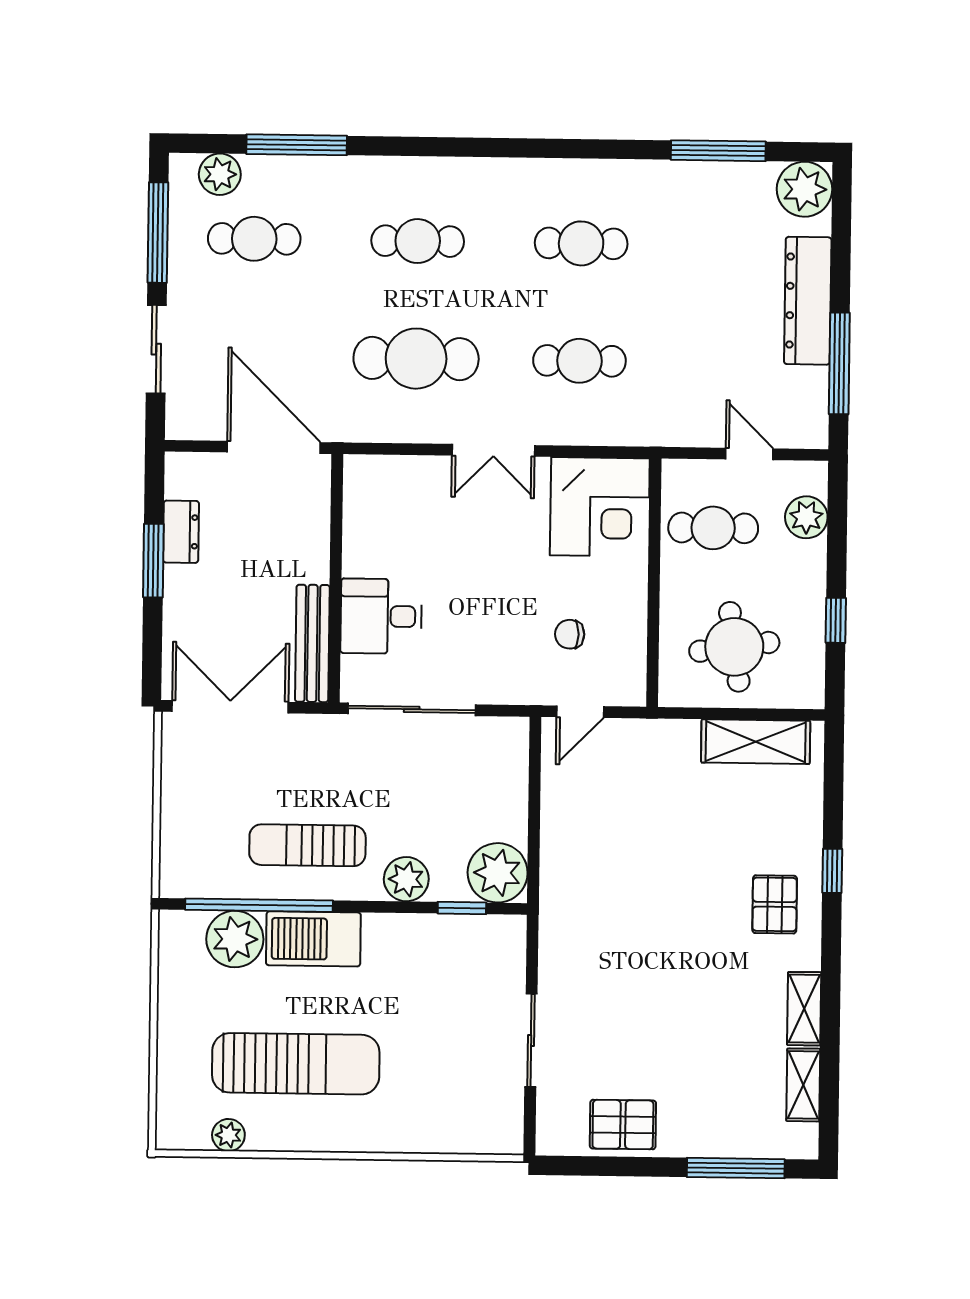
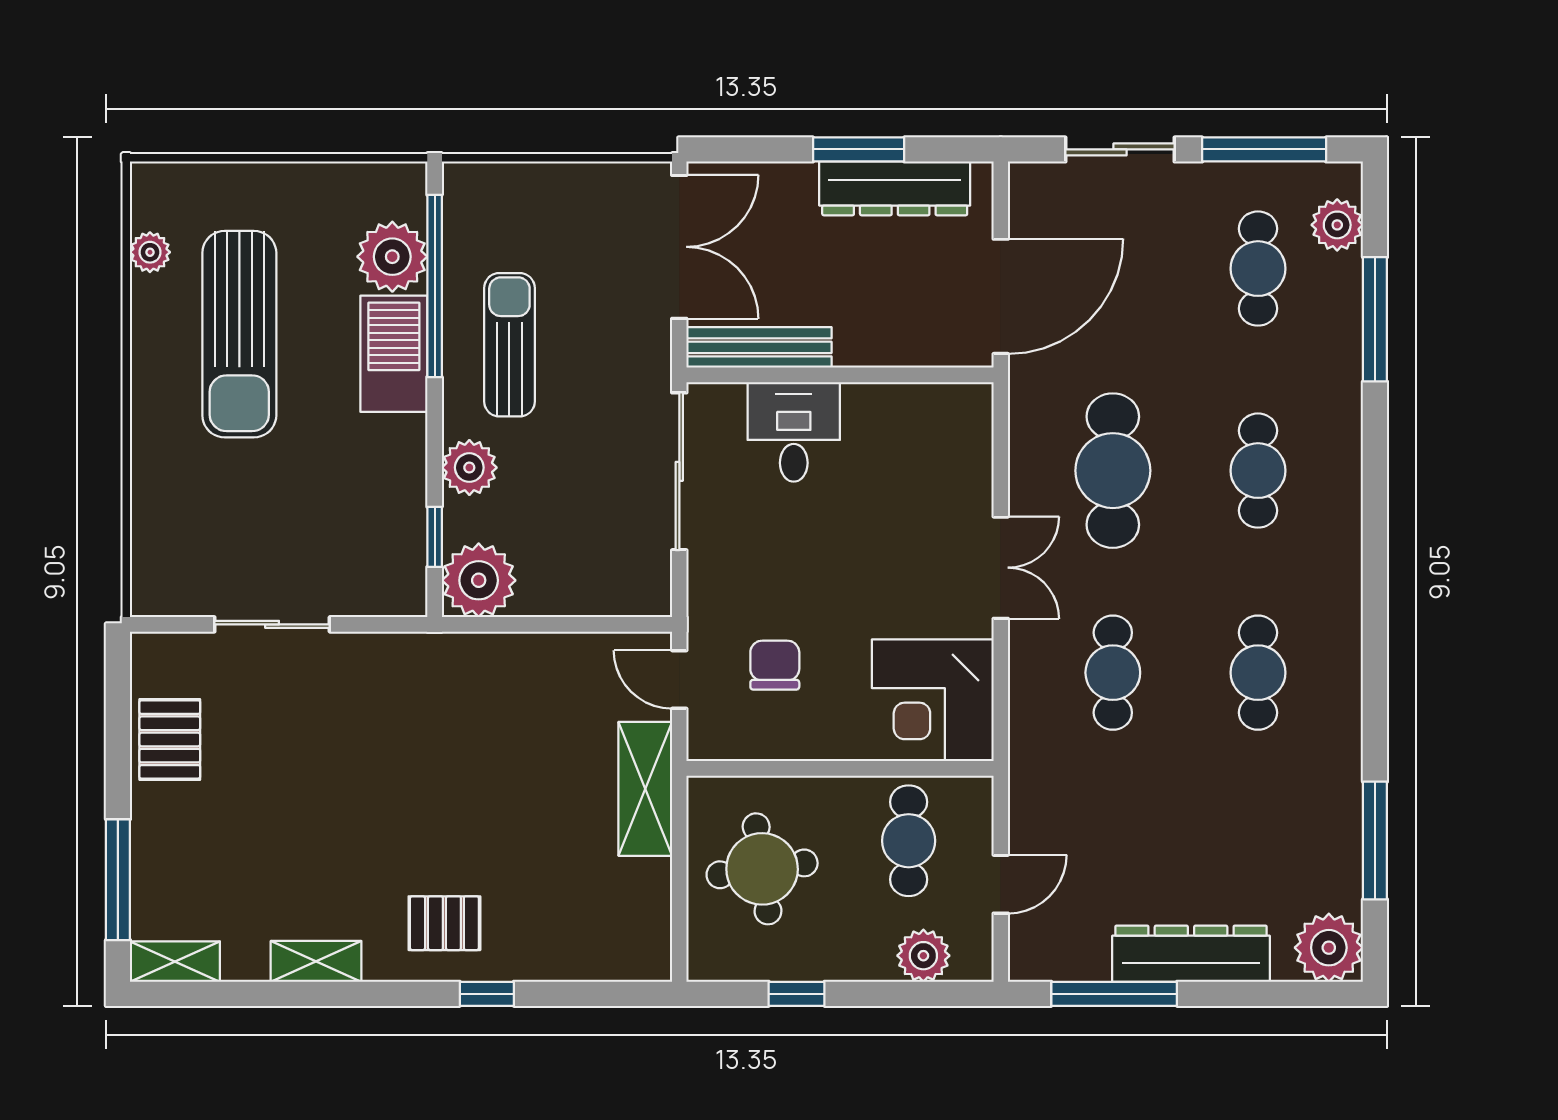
double door: (493, 450) -> (1001, 568), swing flipped
dresser: (181, 532) -> (895, 188), width x1.96, depth x1.24
chair: (570, 634) -> (775, 665), width x1.37, depth x1.37
shelving: (756, 742) -> (645, 789), moved
shelving: (803, 1085) -> (175, 962), moved

